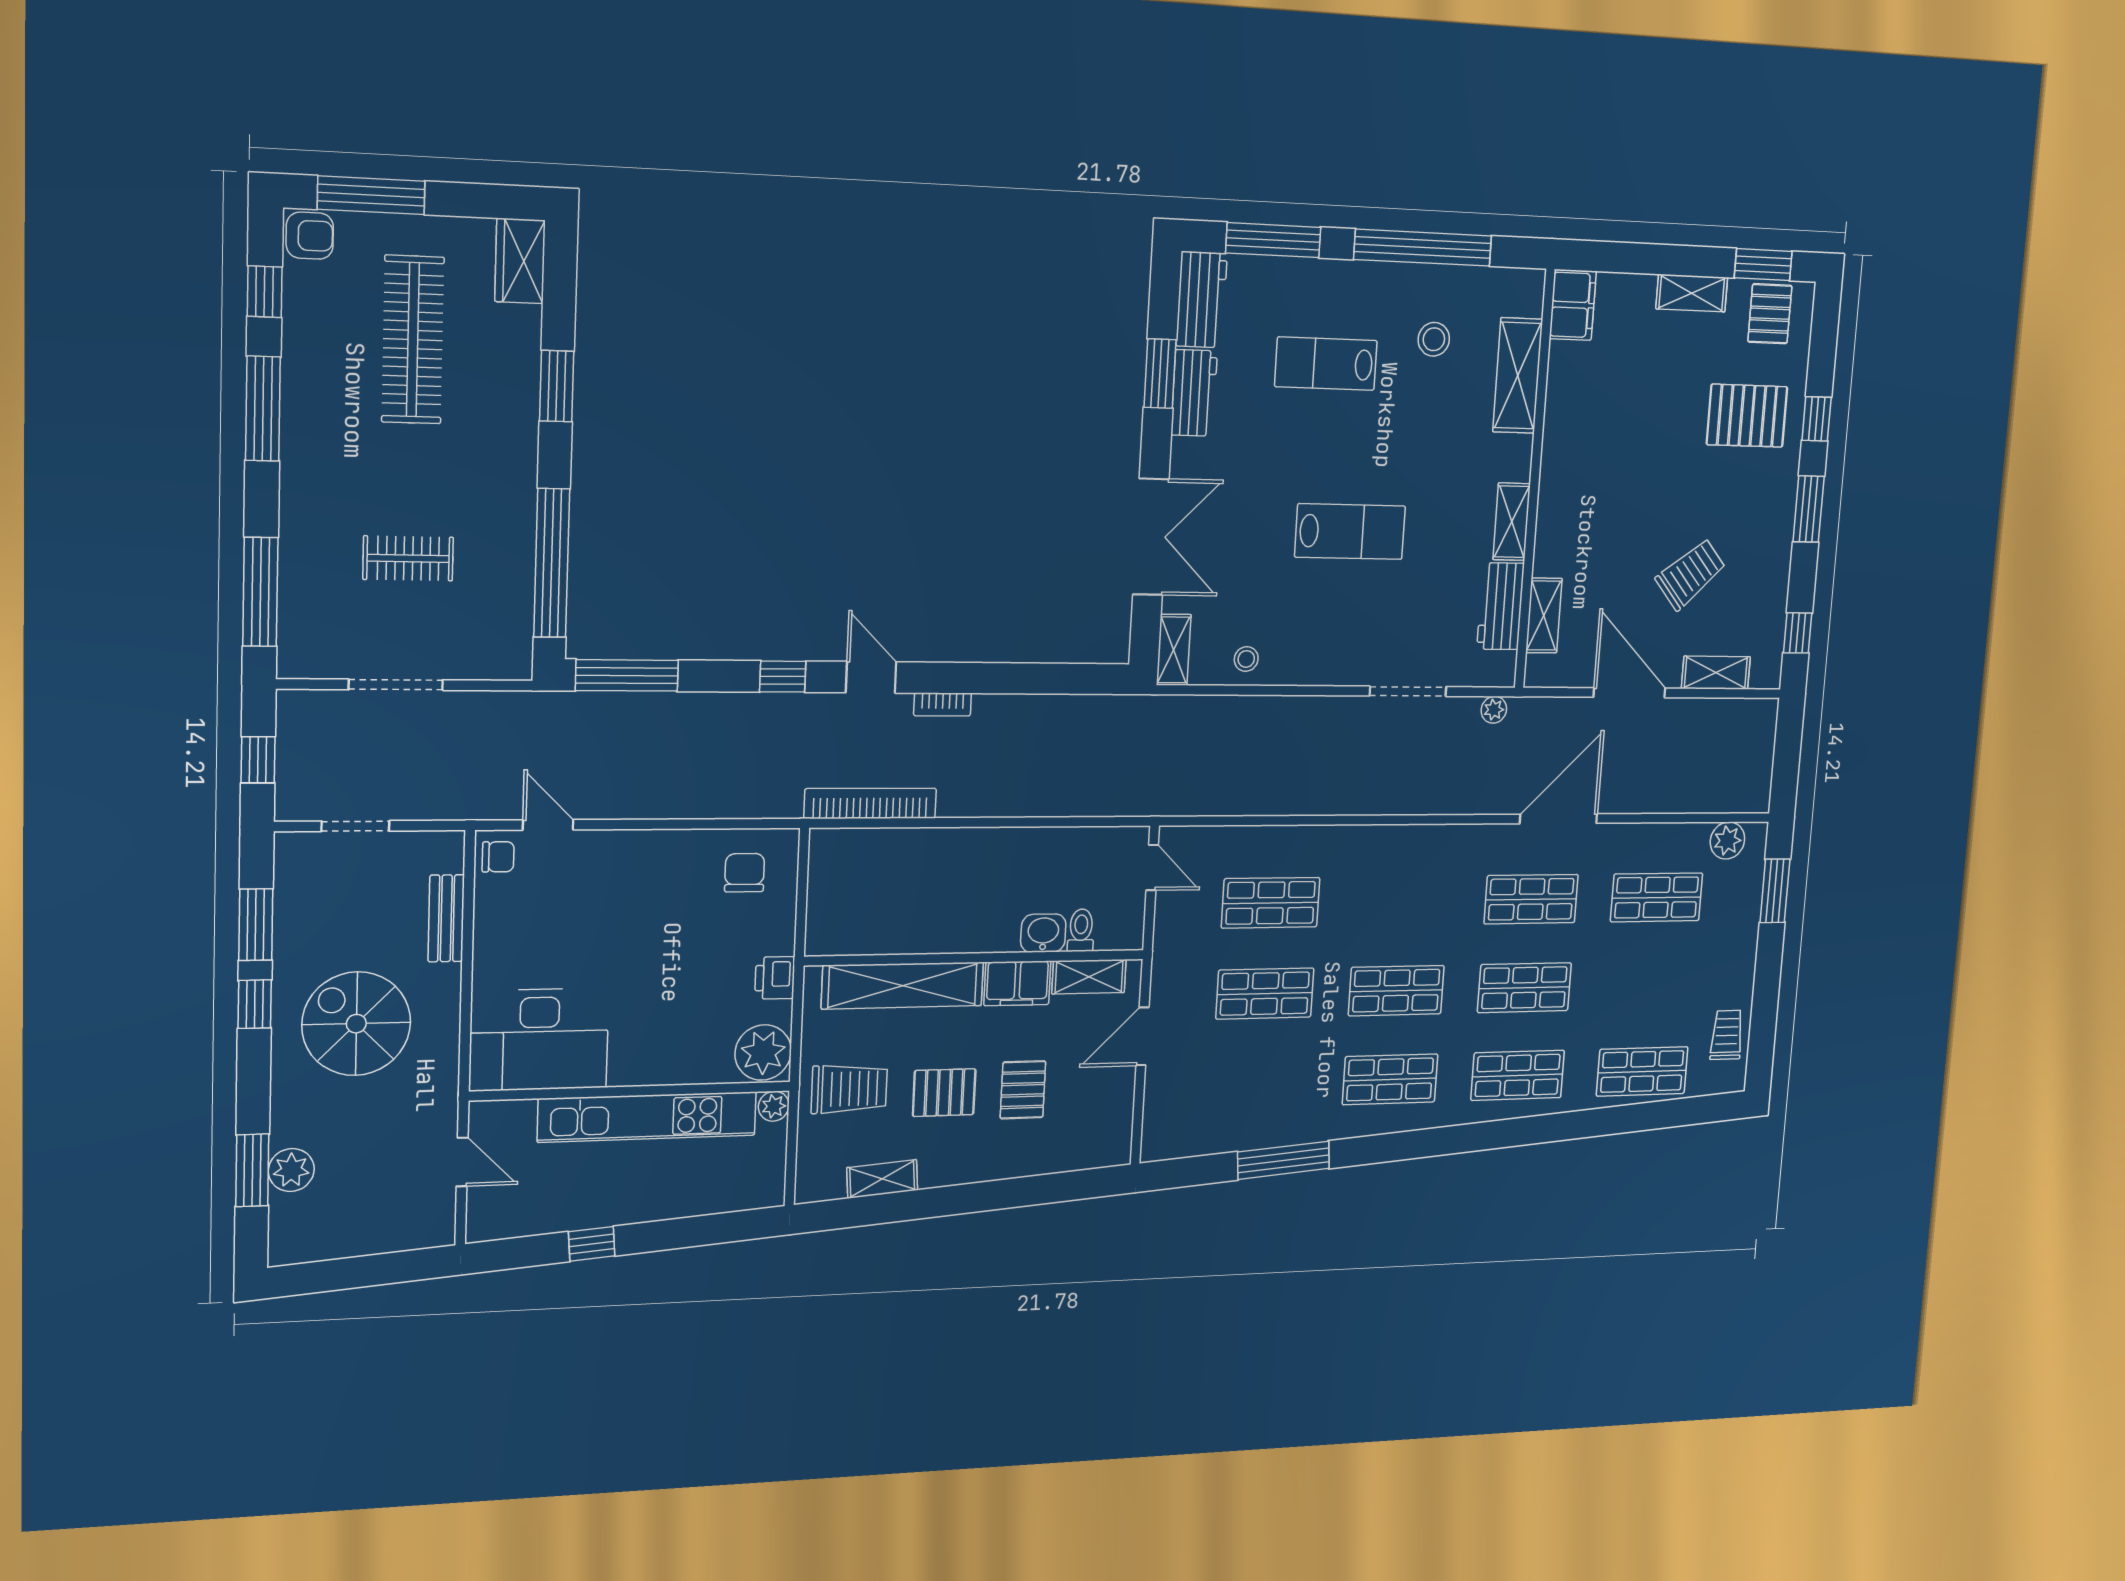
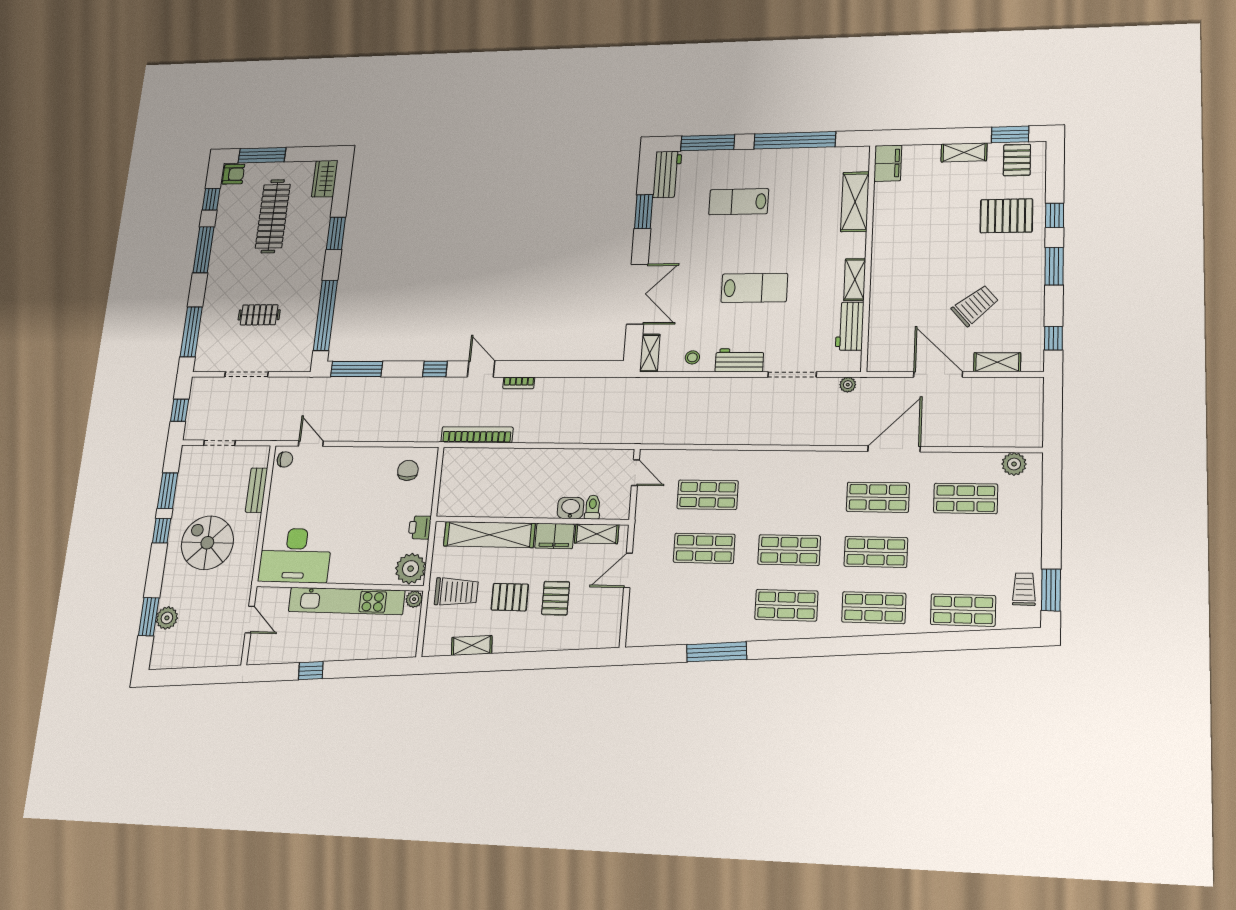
stool: (1434, 339) -> (803, 186), removed
workbench: (1194, 393) -> (739, 360), moved, turned -90
shelving: (1544, 616) -> (878, 331), removed
window: (1775, 891) -> (1051, 590), moved

